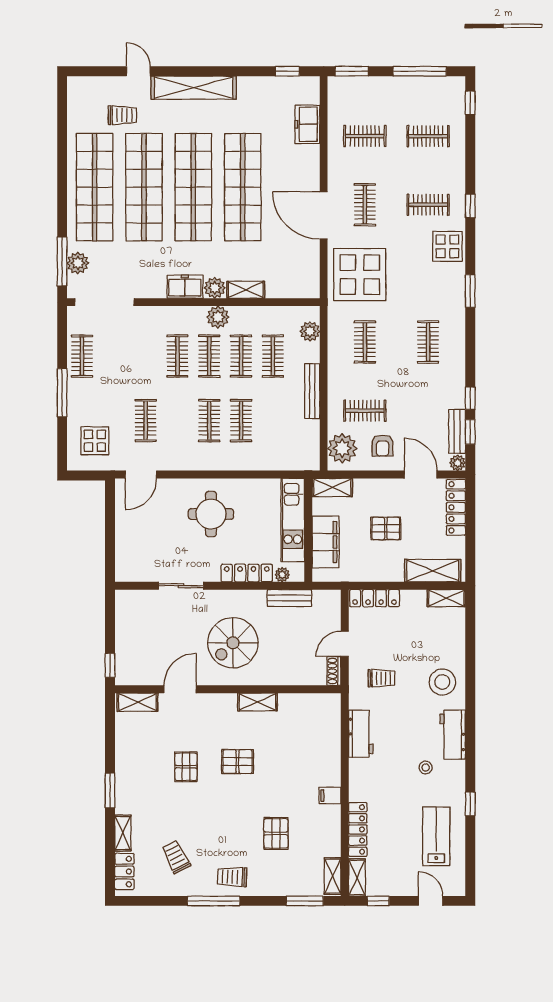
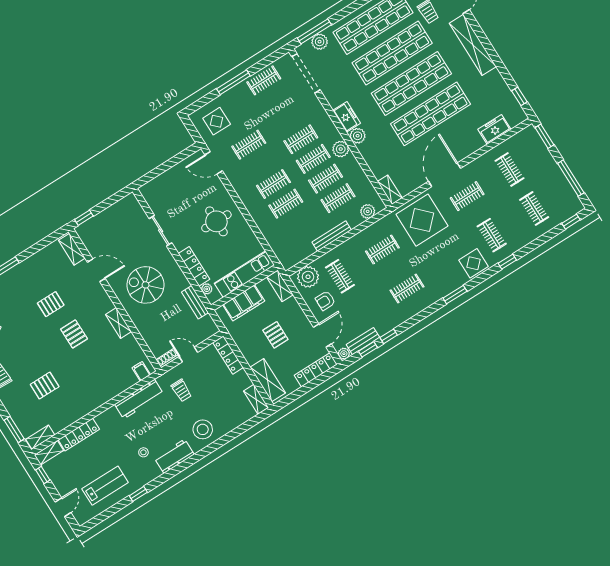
shelving: (246, 290) -> (390, 190), moved
workbench: (361, 734) -> (139, 399), width x1.38
filing cabinet: (330, 796) -> (141, 371), moved

